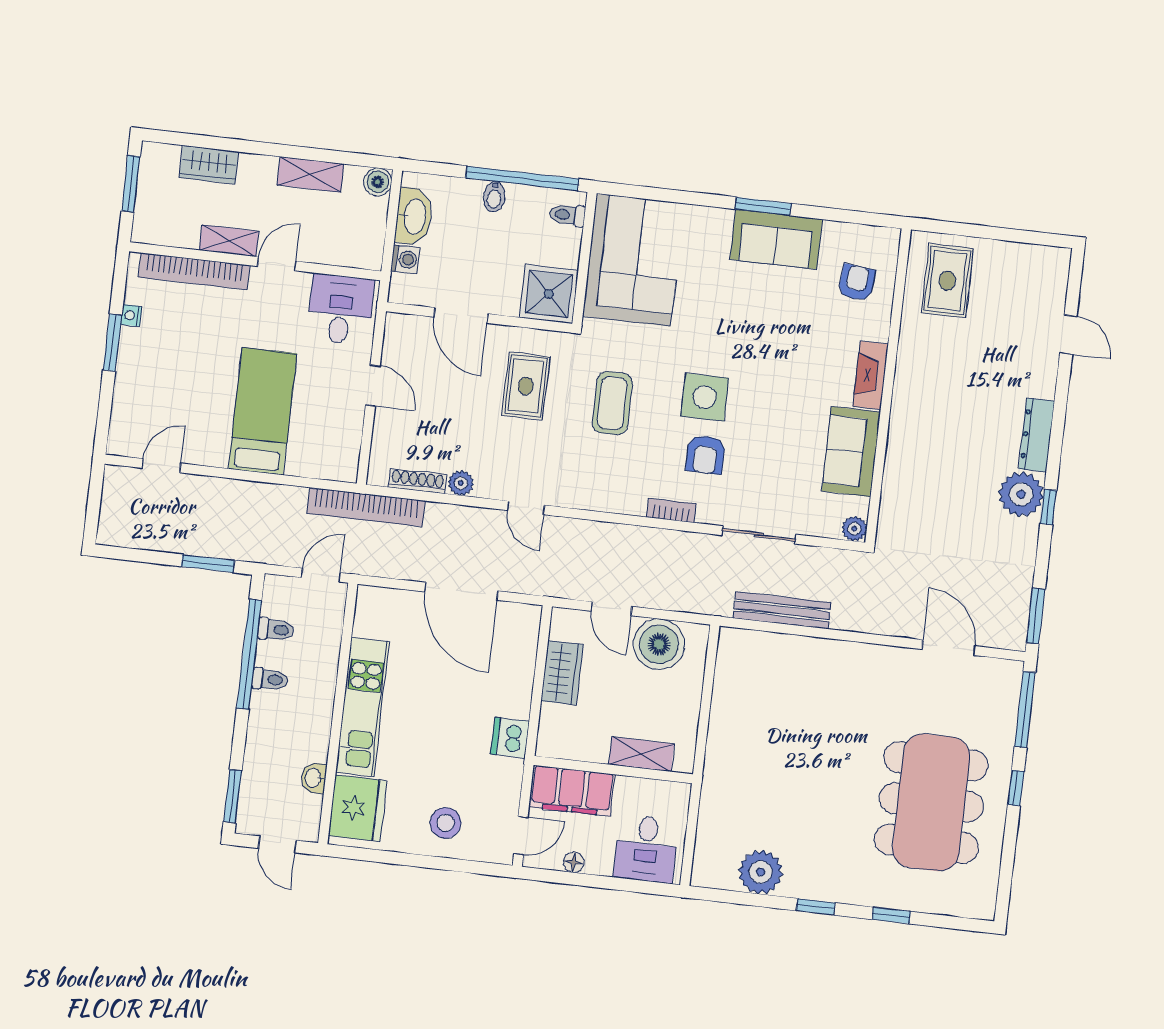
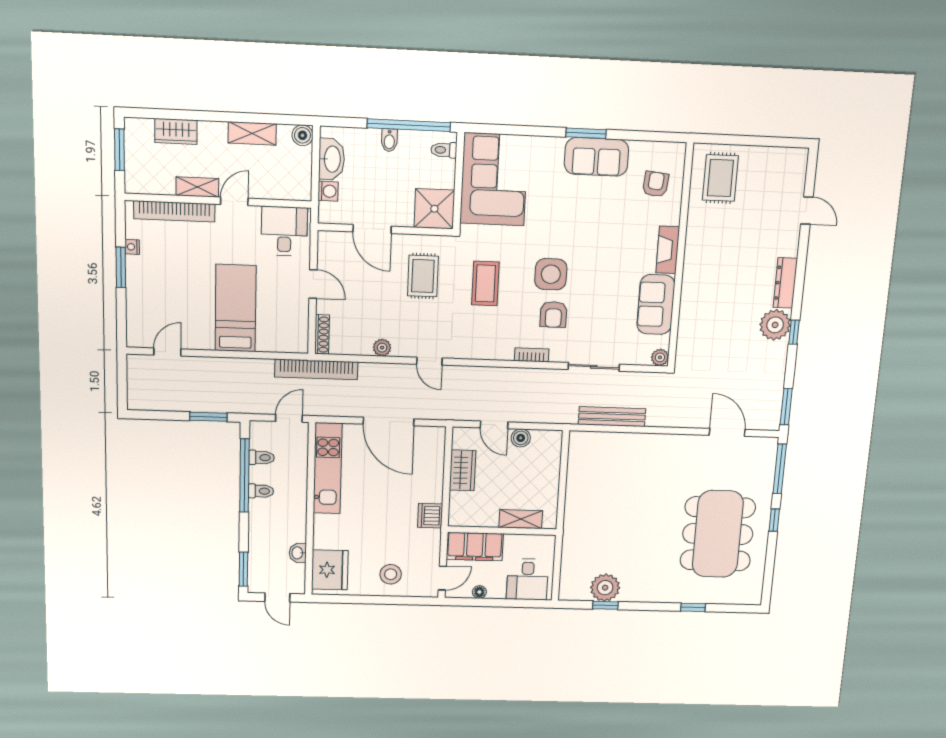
shoe rack: (418, 481) -> (322, 335), moved, turned 90
boiler: (659, 644) -> (521, 438), width x0.54, depth x0.54
kitchen unit: (362, 707) -> (328, 468), moved
window: (816, 907) -> (605, 605), moved

